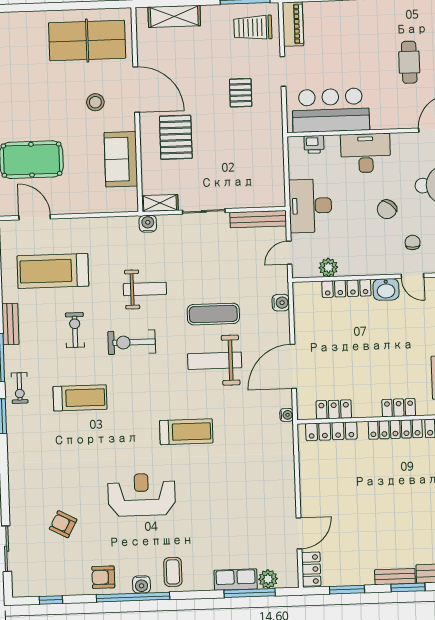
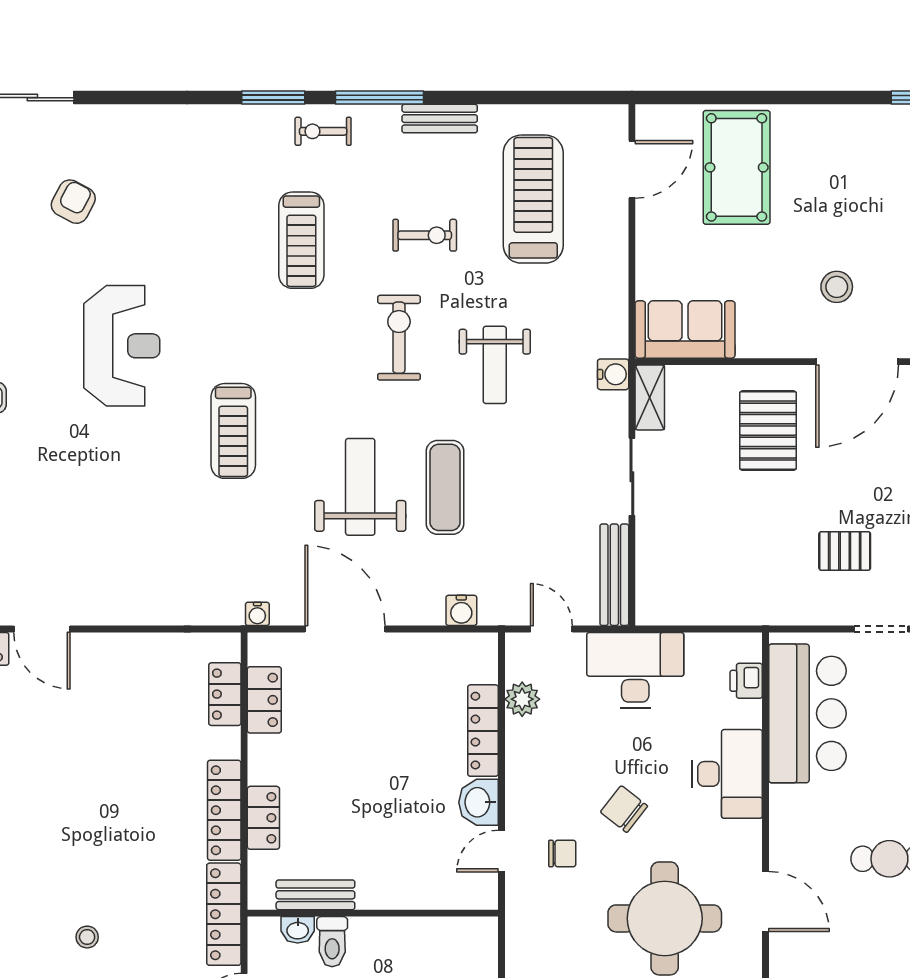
pallet: (176, 137) -> (768, 431), turned 90
sofa: (121, 159) -> (685, 329), moved
locker: (331, 431) -> (225, 694), width x0.66

